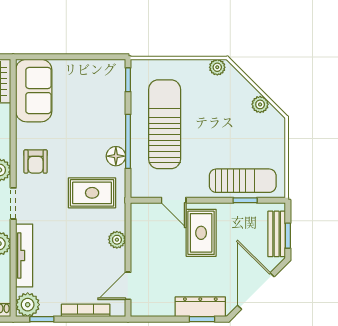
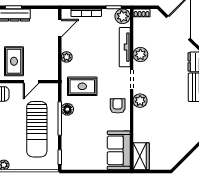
door: (174, 200) -> (31, 82), swing flipped

